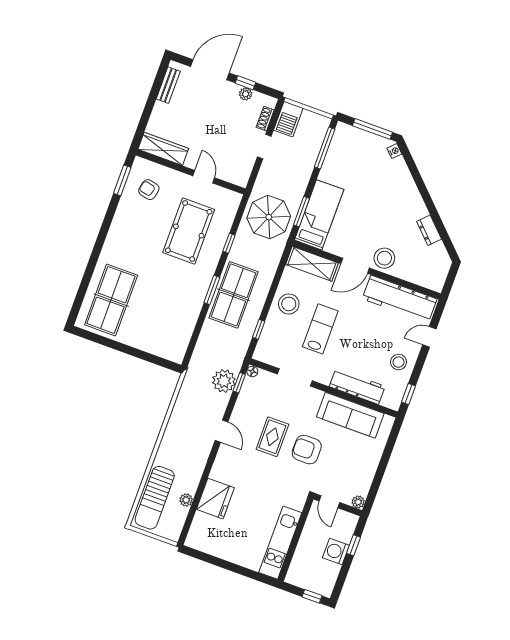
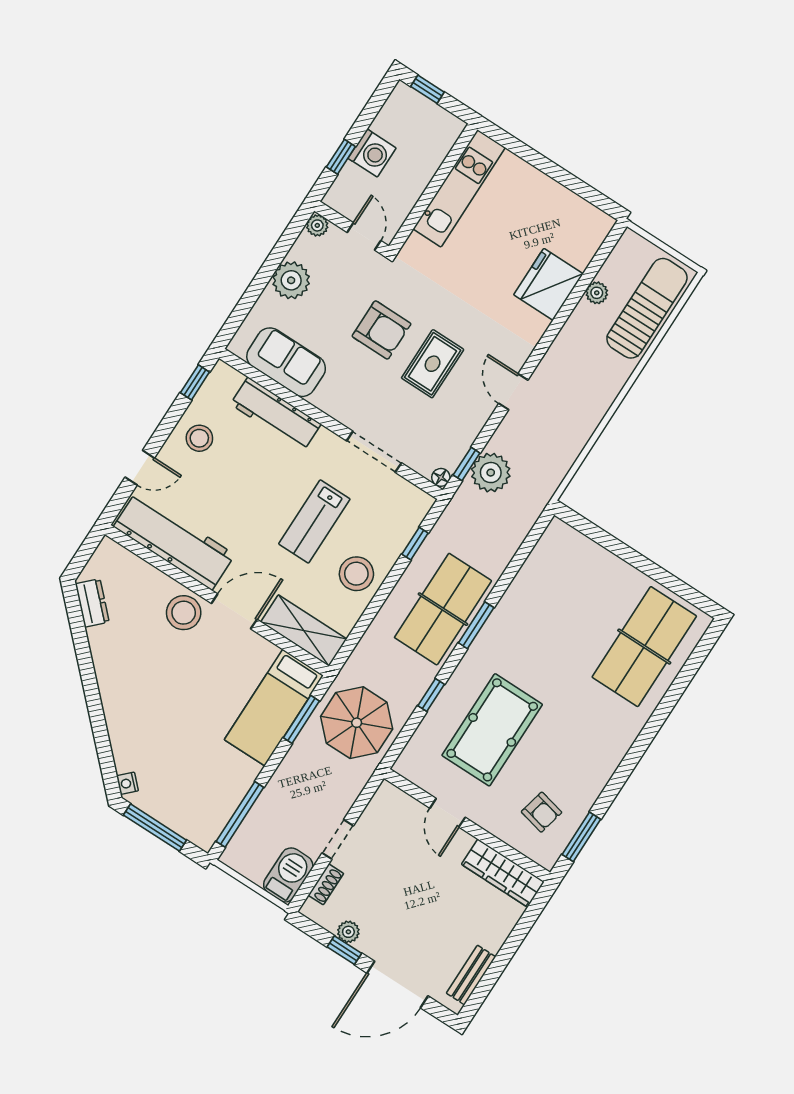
dresser: (429, 230) -> (92, 603), moved
sofa: (350, 415) -> (286, 362), width x0.73
plant: (366, 466) -> (291, 280), added

